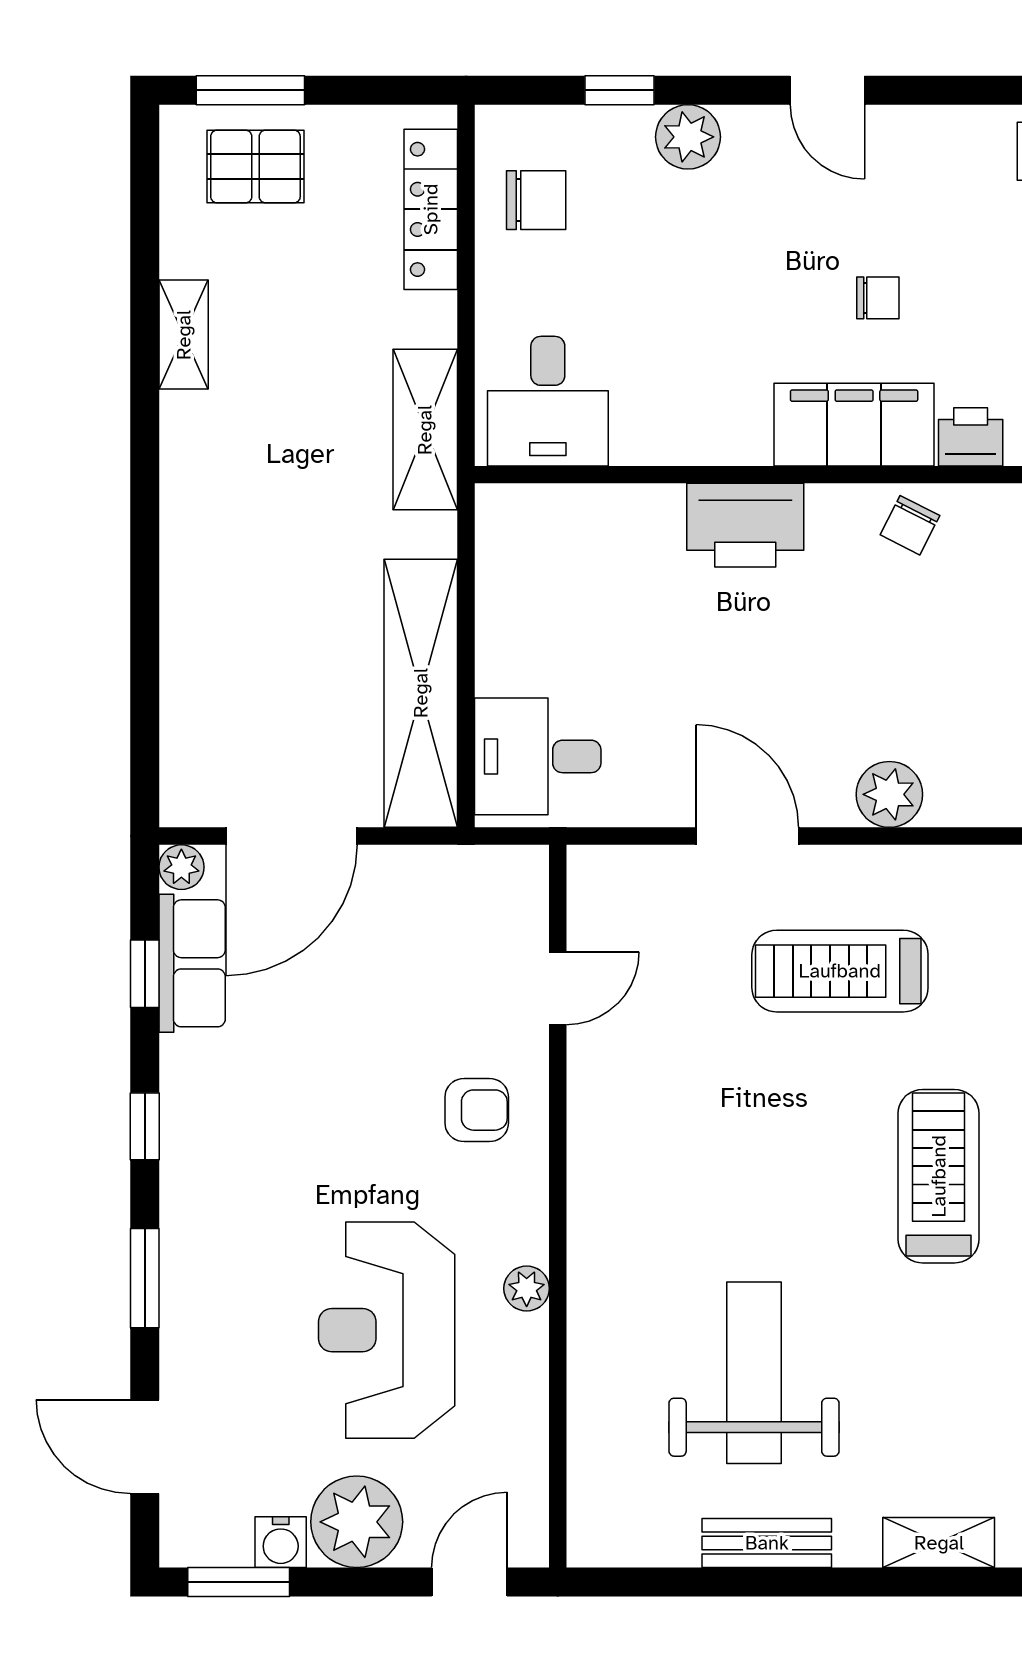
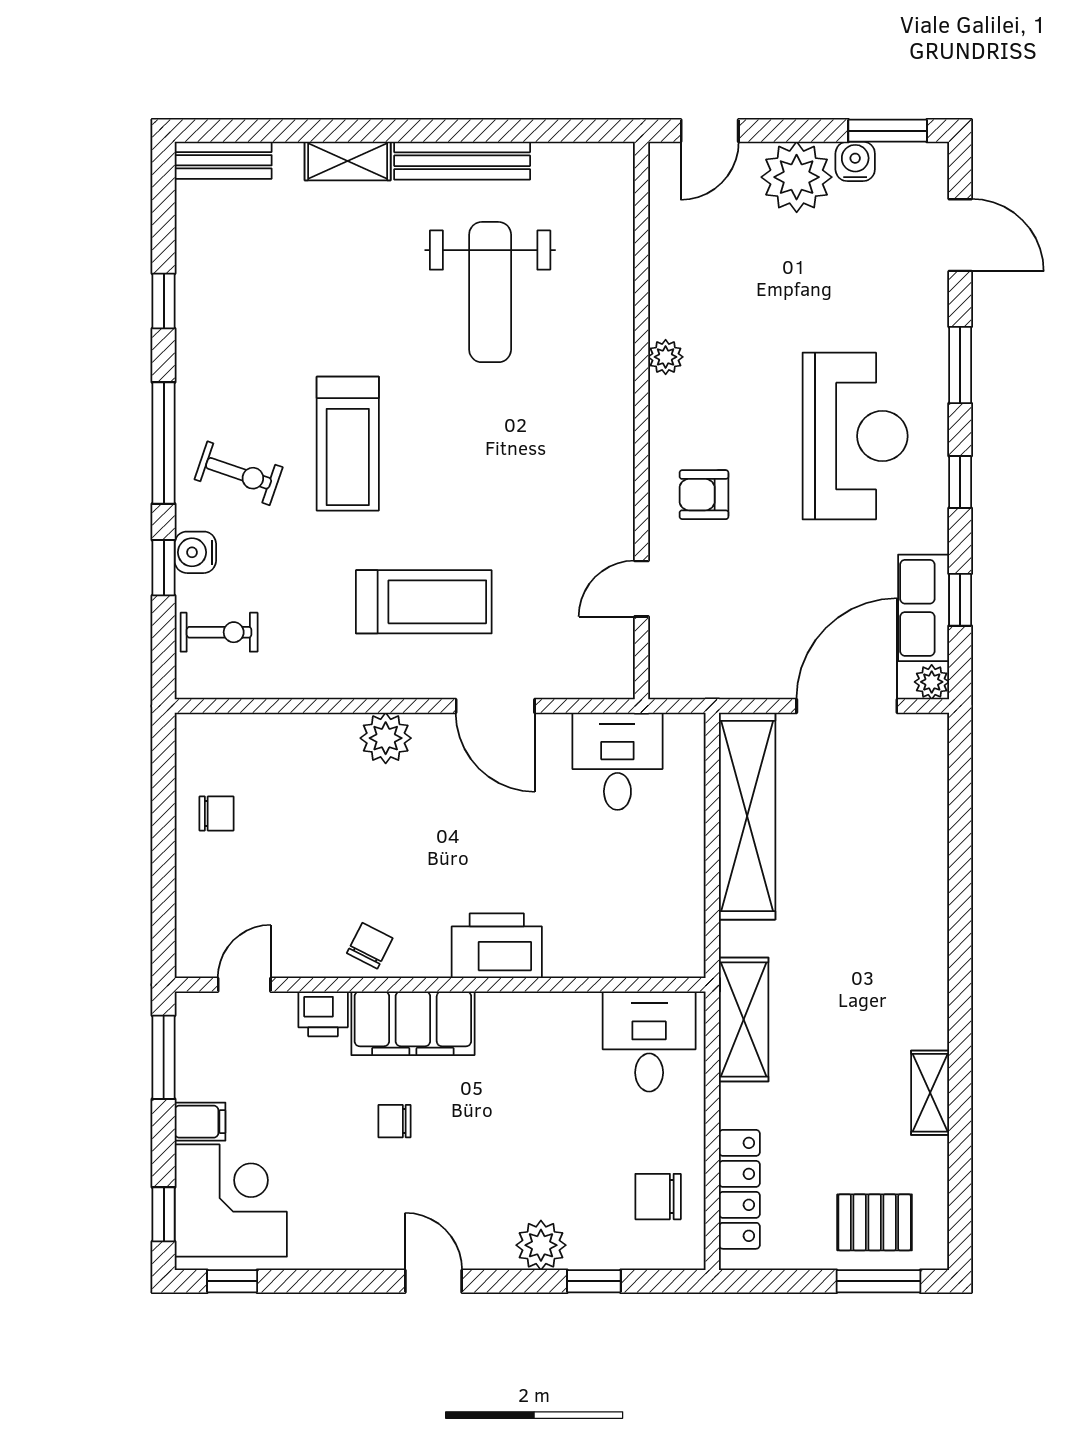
desk: (538, 756) -> (617, 761), moved, turned -90
reception desk: (387, 1330) -> (855, 436), moved
bench: (767, 1543) -> (462, 161), width x1.36

